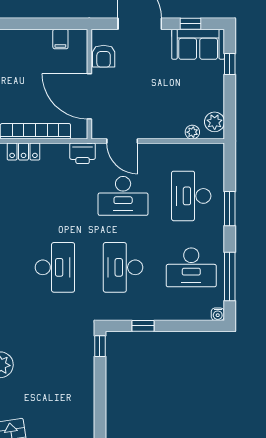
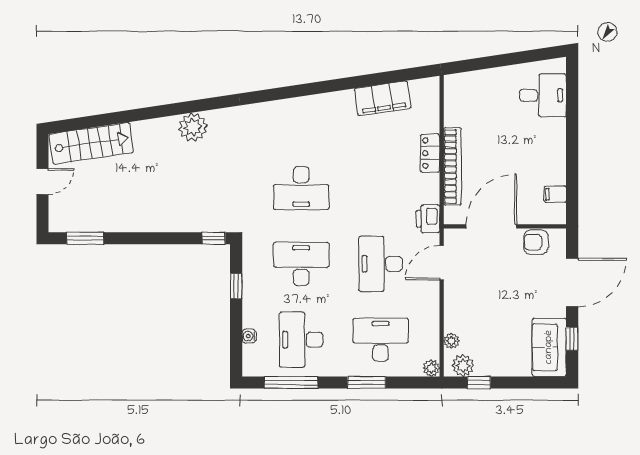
window: (230, 64) -> (479, 382), moved
plant: (217, 150) -> (431, 368), added
water cooler: (218, 314) -> (249, 336), moved

